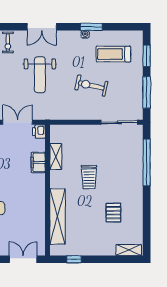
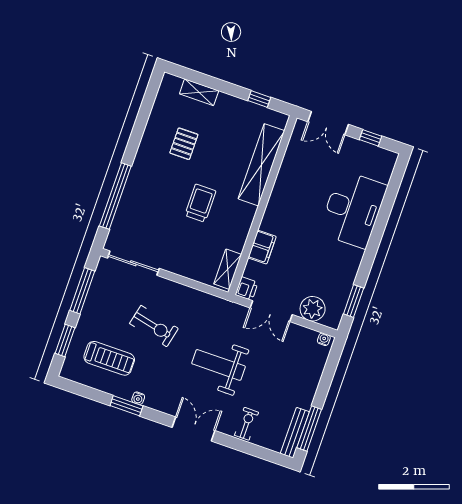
weight bench: (40, 75) -> (219, 365), turned -90
shelving: (56, 156) -> (228, 269), moved
shelving: (129, 250) -> (199, 92), moved

